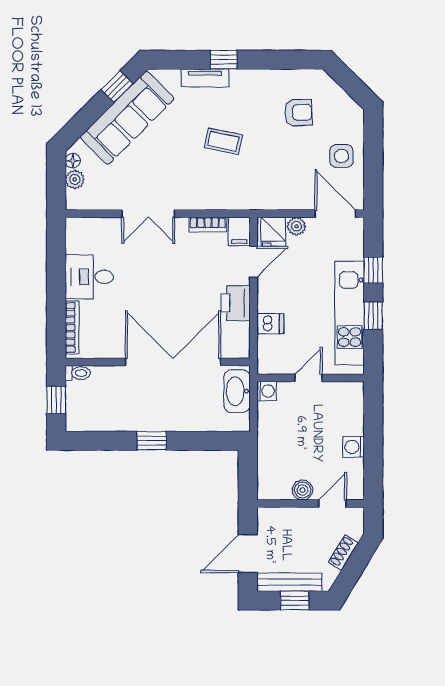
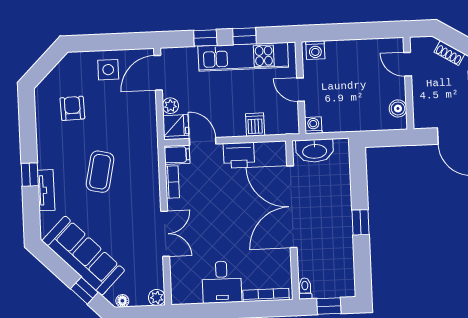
window: (117, 87) -> (84, 291), moved
coffee table: (224, 141) -> (100, 172), width x1.36, depth x1.30
plant: (75, 179) -> (157, 298), moved
washing machine: (354, 447) -> (315, 50), moved
boiler: (303, 490) -> (398, 108), moved

